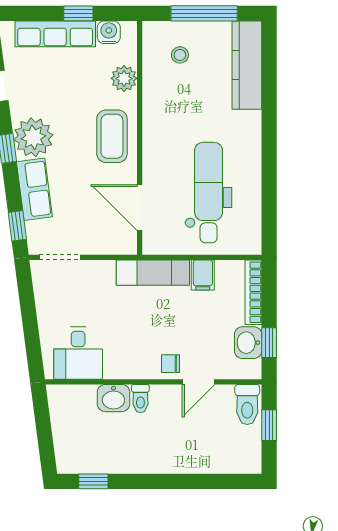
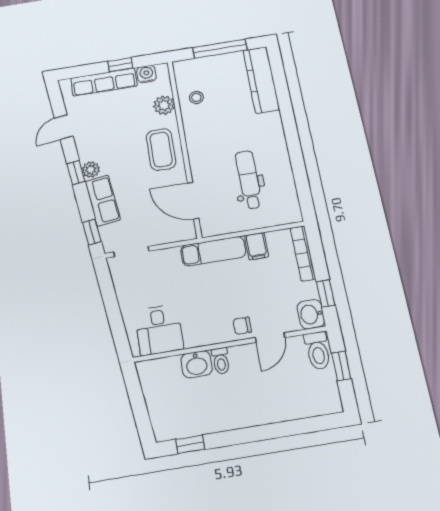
stool: (180, 55) -> (196, 97), moved
plant: (33, 137) -> (91, 170), width x0.53, depth x0.53
dental chair: (209, 193) -> (249, 180), width x0.73, depth x0.72
washbasin: (248, 343) -> (311, 314), moved

